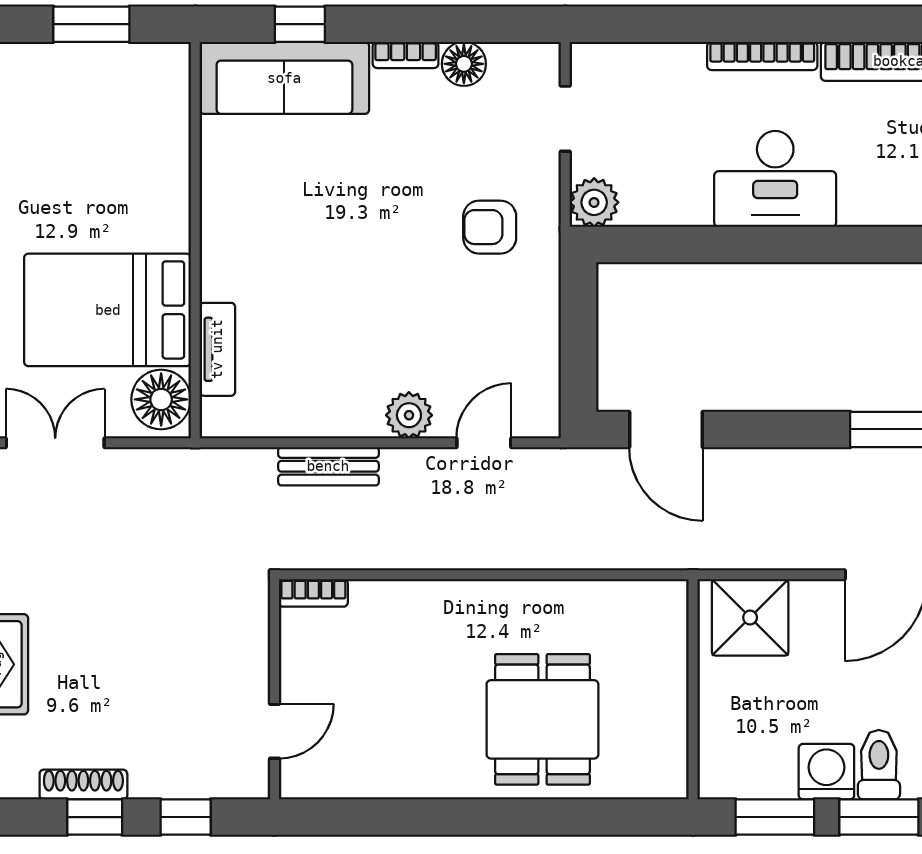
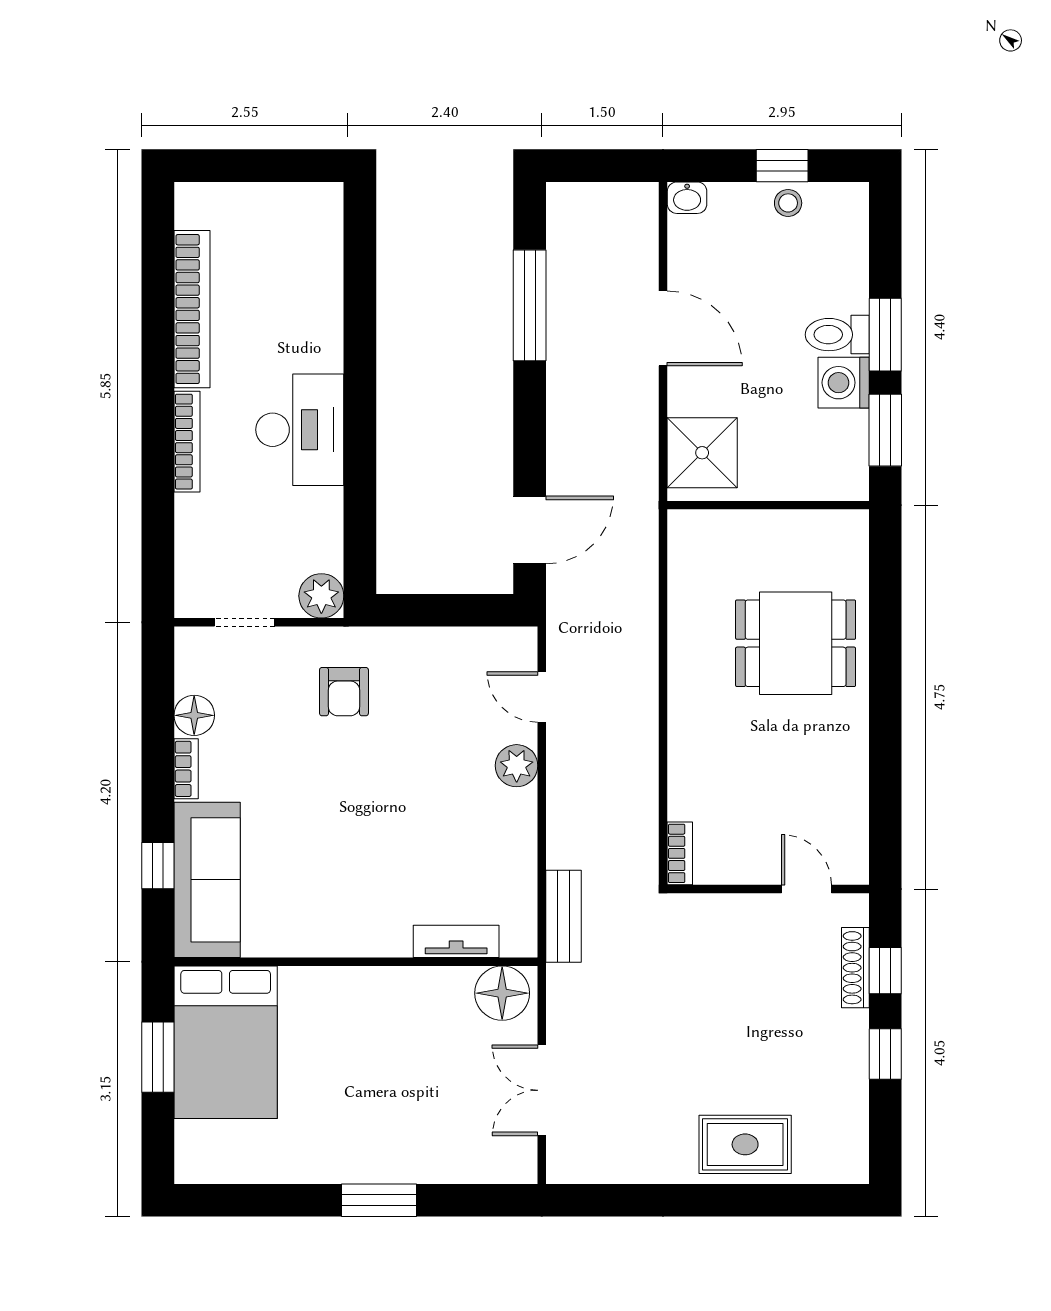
bed: (108, 310) -> (226, 1042), moved
bench: (328, 466) -> (563, 916), moved
shoe rack: (83, 785) -> (855, 968), moved

